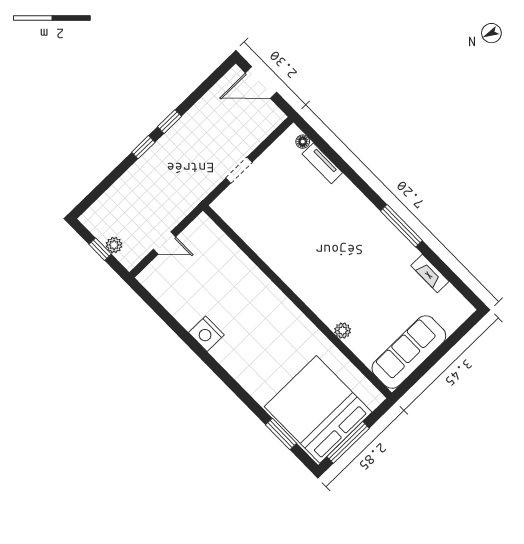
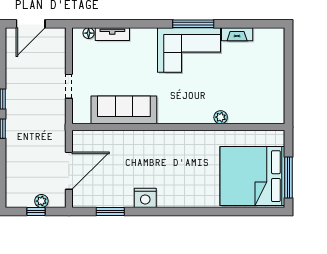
door: (164, 243) -> (69, 171), width x1.88
corner sofa: (375, 245) -> (189, 50), added
sofa: (409, 352) -> (124, 110), moved, turned 90
window: (281, 434) -> (110, 212), moved

